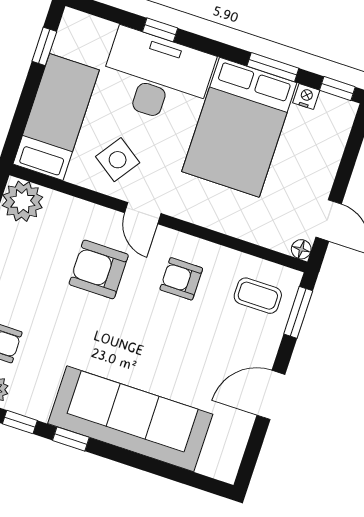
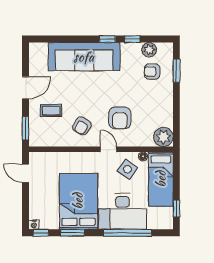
window: (160, 30) -> (128, 233), width x3.17
nightstand: (306, 97) -> (34, 225), moved
floor lamp: (301, 249) -> (143, 157), moved
armchair: (99, 269) -> (120, 118), turned 90
armchair: (181, 279) -> (82, 126), turned 119
coffee table: (258, 296) -> (51, 111), moved

